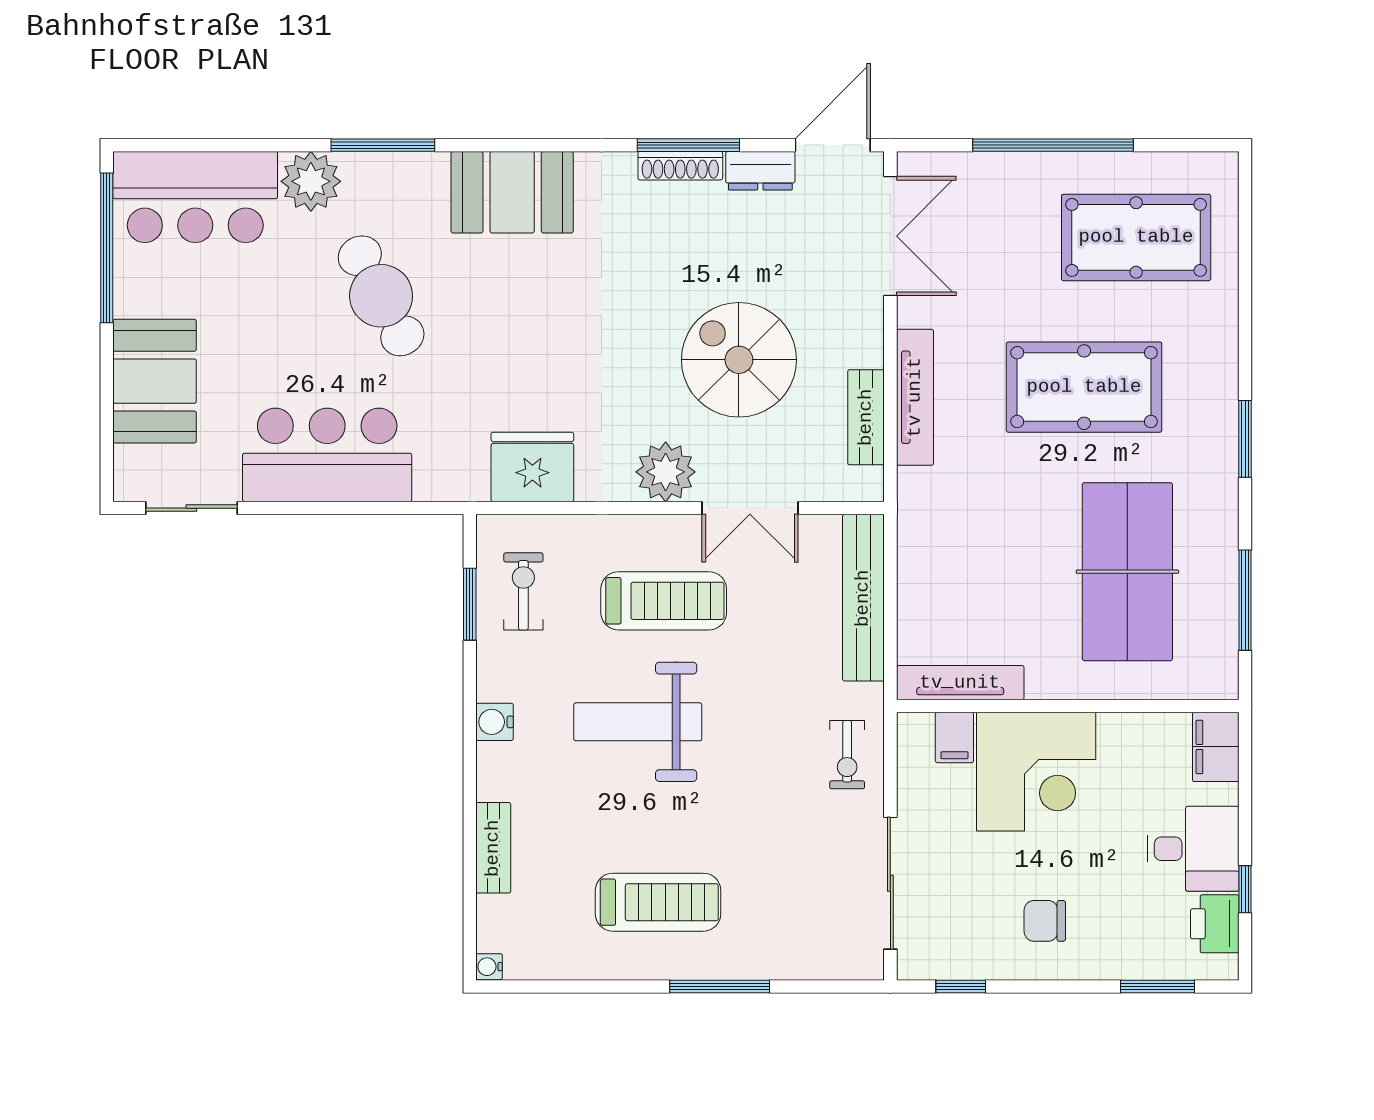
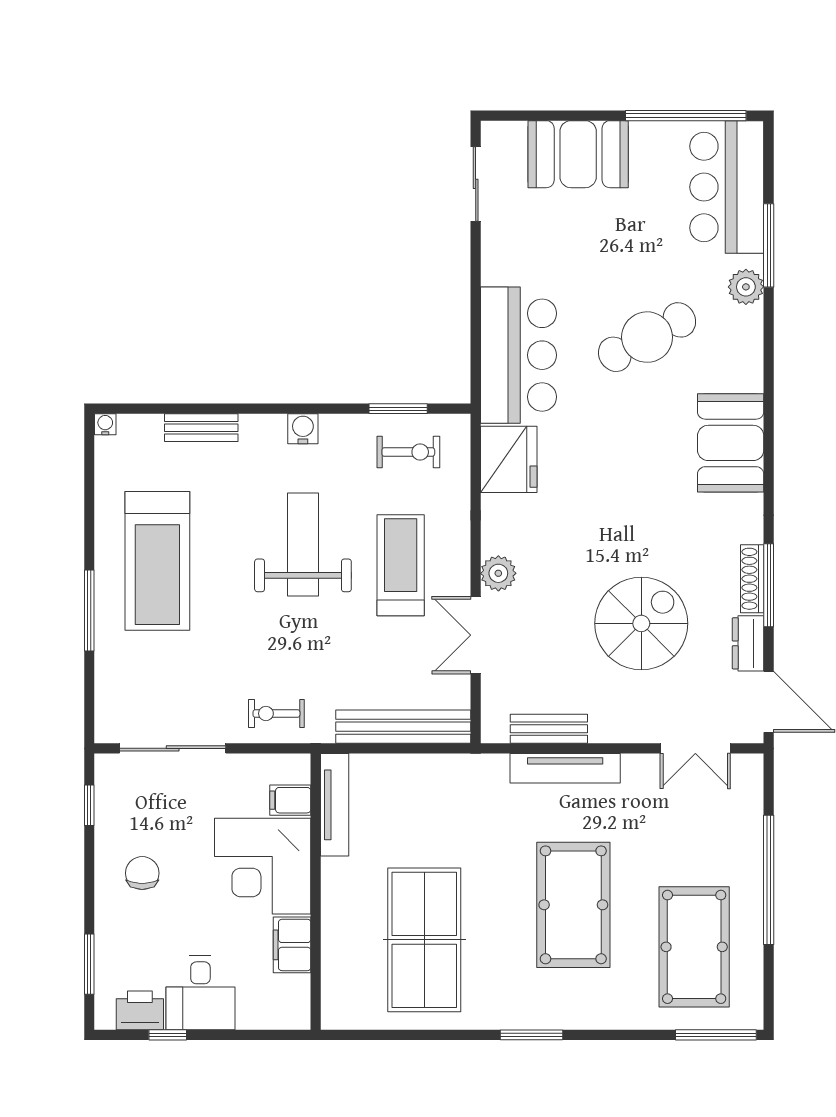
window: (383, 145) -> (769, 245), moved
plant: (311, 181) -> (746, 287), width x0.73, depth x0.73
double door: (890, 236) -> (695, 748), width x0.73
spiral stairs: (739, 360) -> (641, 623), moved
bar counter: (327, 455) -> (519, 355), moved
plant: (666, 472) -> (498, 573), width x0.73, depth x0.73
table tennis table: (1127, 572) -> (424, 940), turned 90
window: (1245, 600) -> (716, 1035), moved
treadmill: (664, 601) -> (401, 565), turned 180
filing cabinet: (1216, 747) -> (292, 945), moved, turned -90
treadmill: (658, 902) -> (157, 561), width x1.37, depth x1.37

